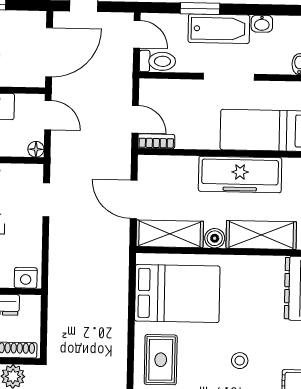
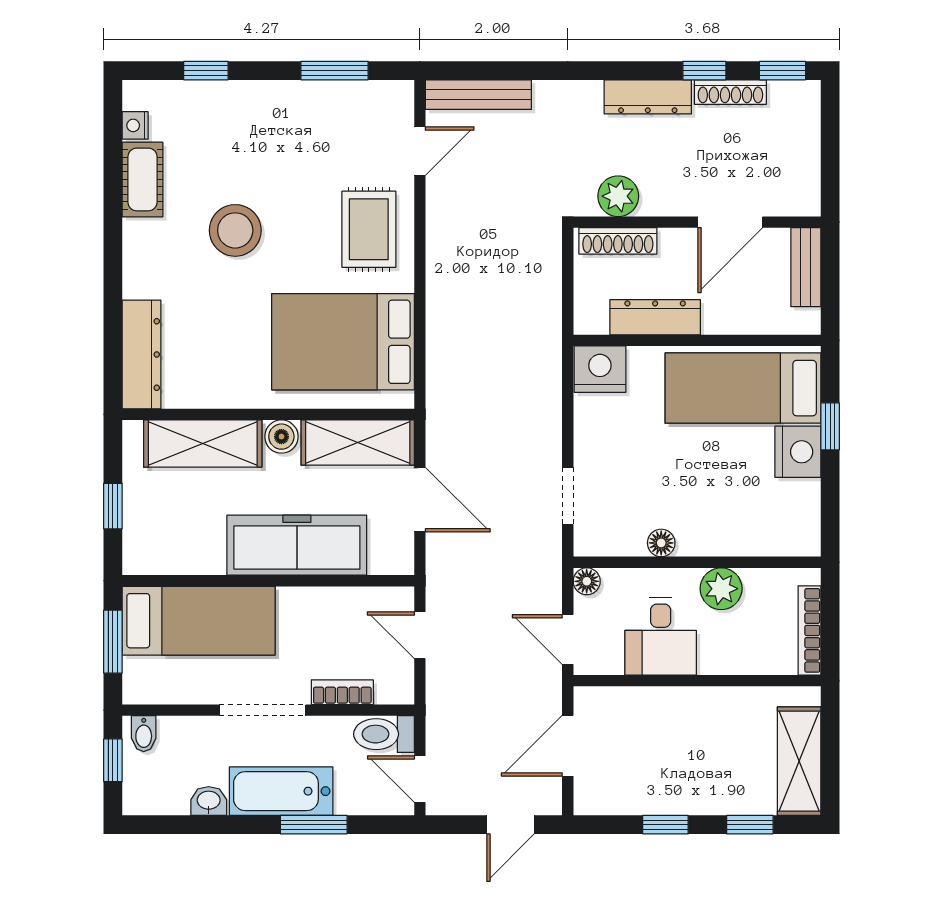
door: (49, 52) -> (568, 746), width x0.73
bookcase: (156, 141) -> (342, 692), moved, turned 180
freezer: (240, 174) -> (297, 545), moved
nightstand: (26, 278) -> (600, 369), width x1.36, depth x1.33
stool: (240, 361) -> (235, 230), width x1.89, depth x1.89

